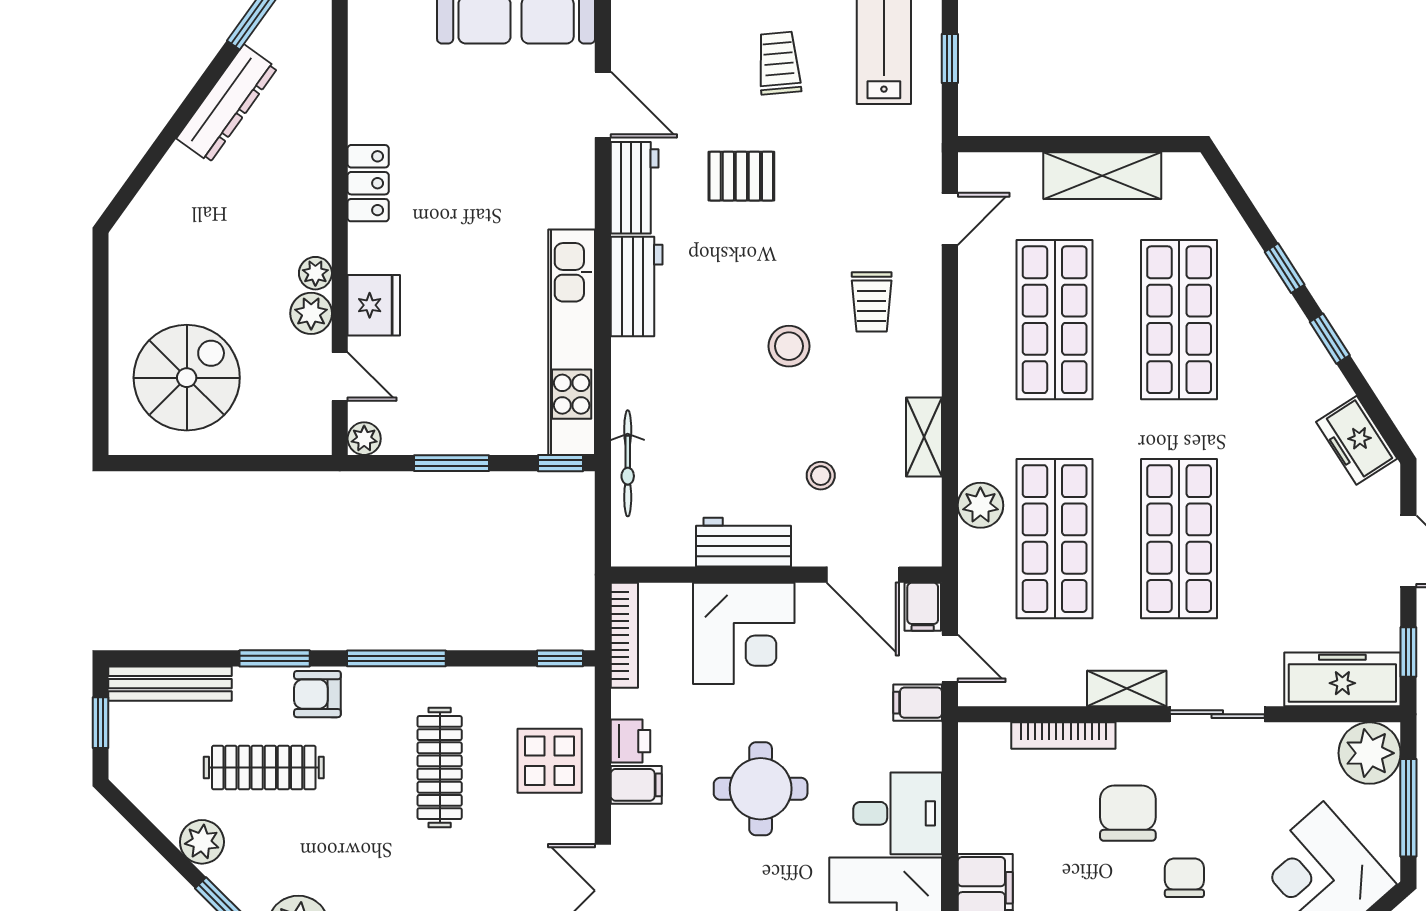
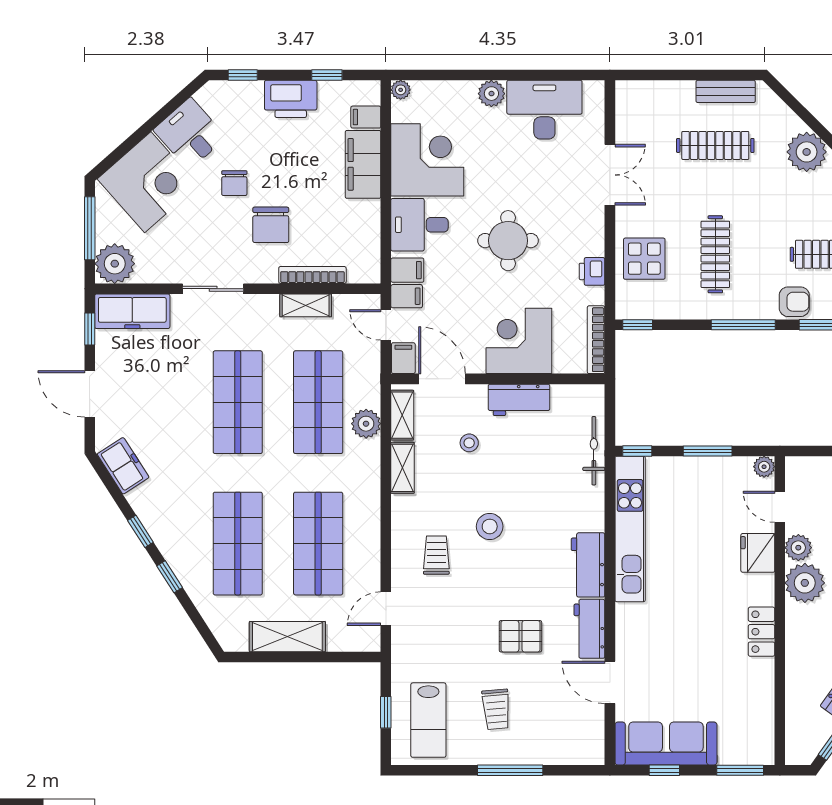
plant: (315, 273) -> (805, 583), width x1.88, depth x1.88
shelving: (924, 519) -> (402, 415), added
shelving: (1127, 688) -> (306, 305), moved
filing cabinet: (636, 785) -> (407, 270), moved, turned 180

